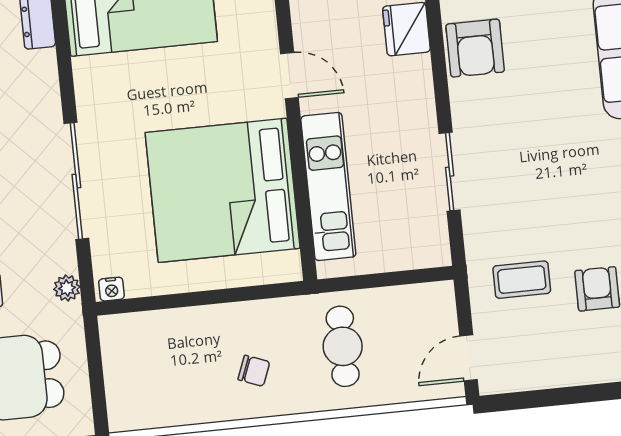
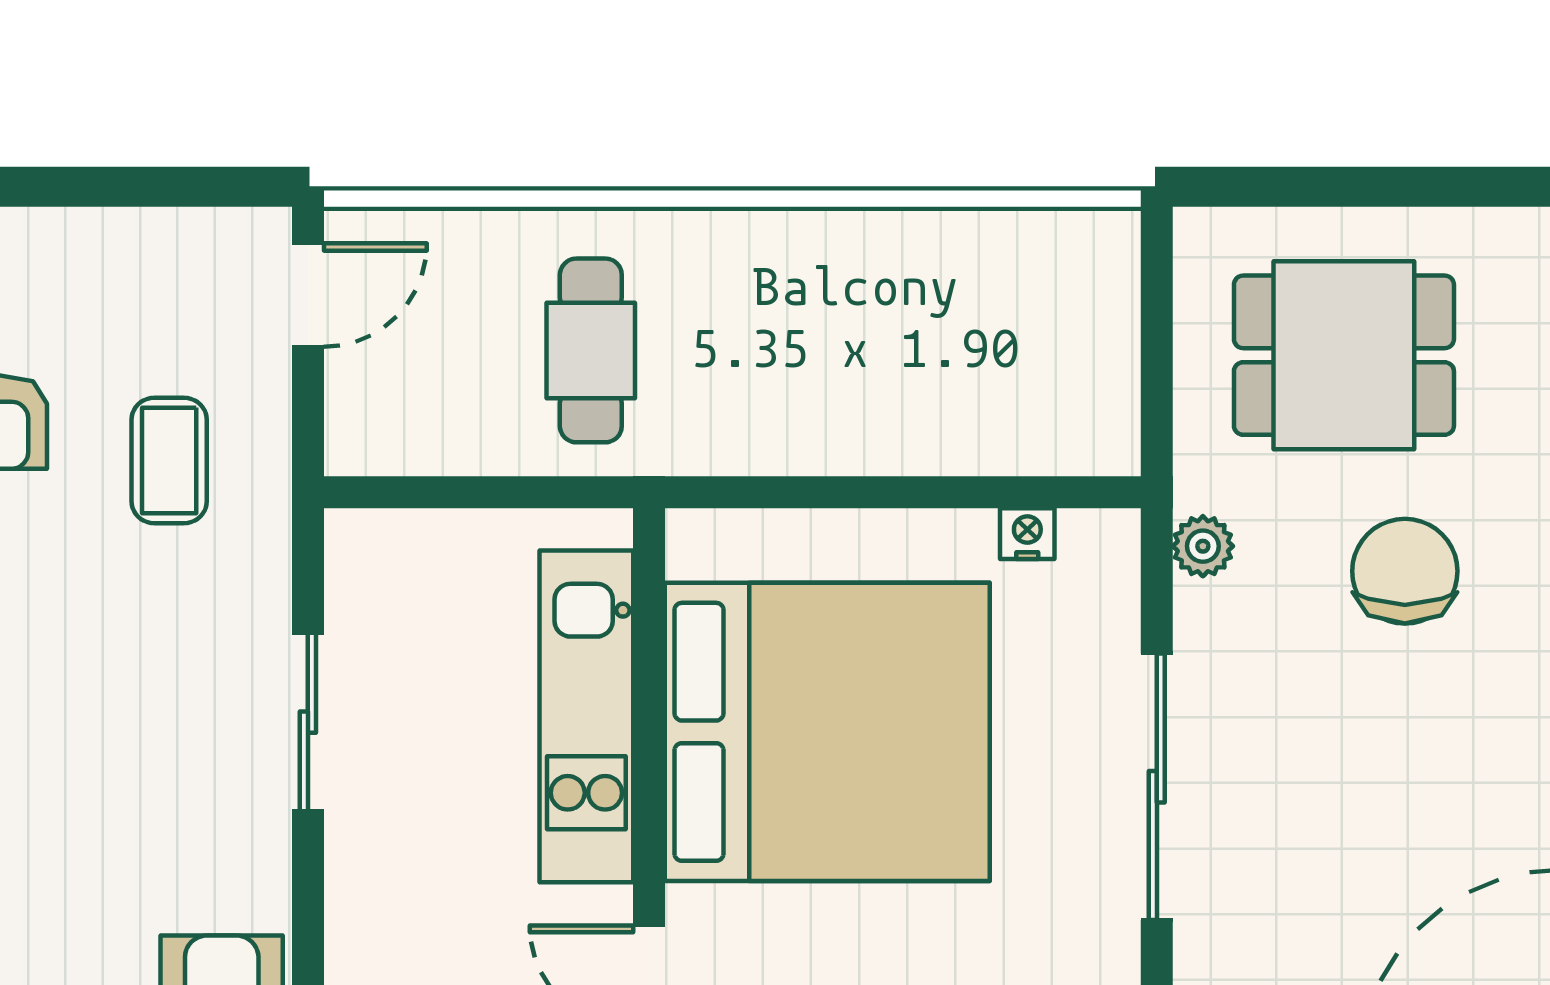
coffee table: (522, 280) -> (169, 460), turned 90
nightstand: (111, 289) -> (1027, 534), moved
chair: (254, 371) -> (798, 315), removed

